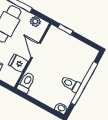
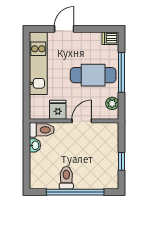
window: (65, 29) -> (121, 161), moved
washbasin: (61, 108) -> (35, 145), moved

